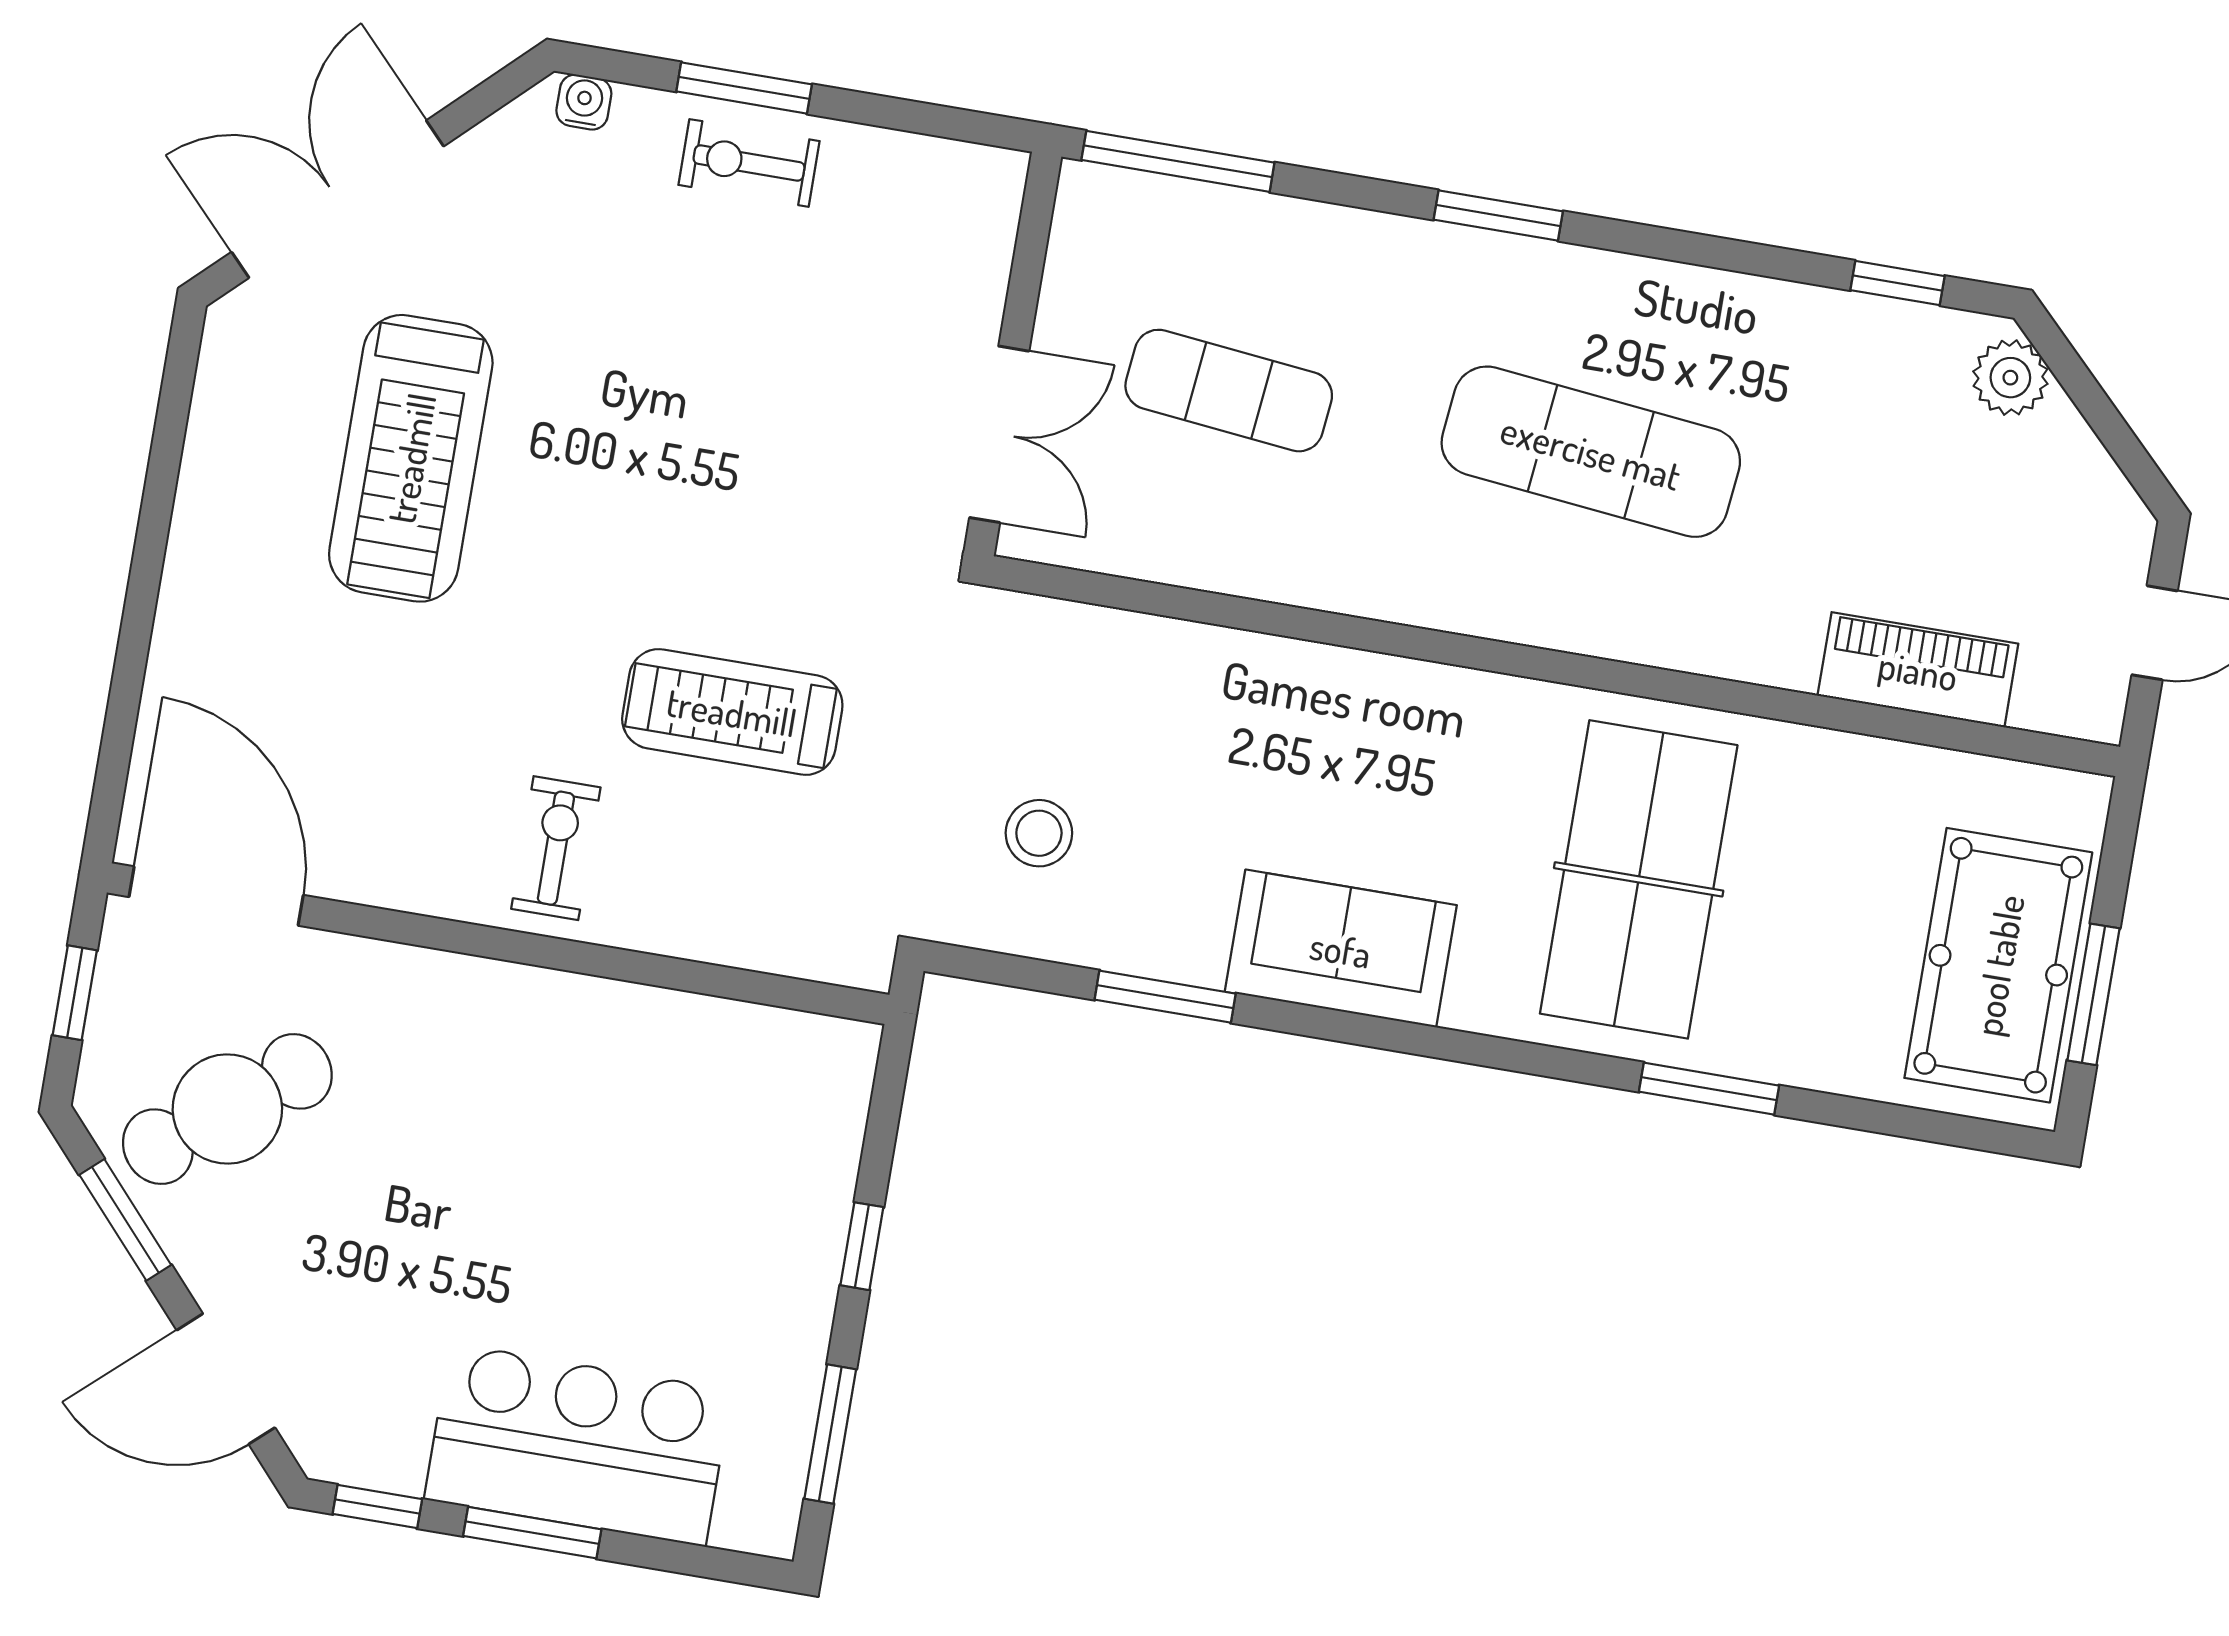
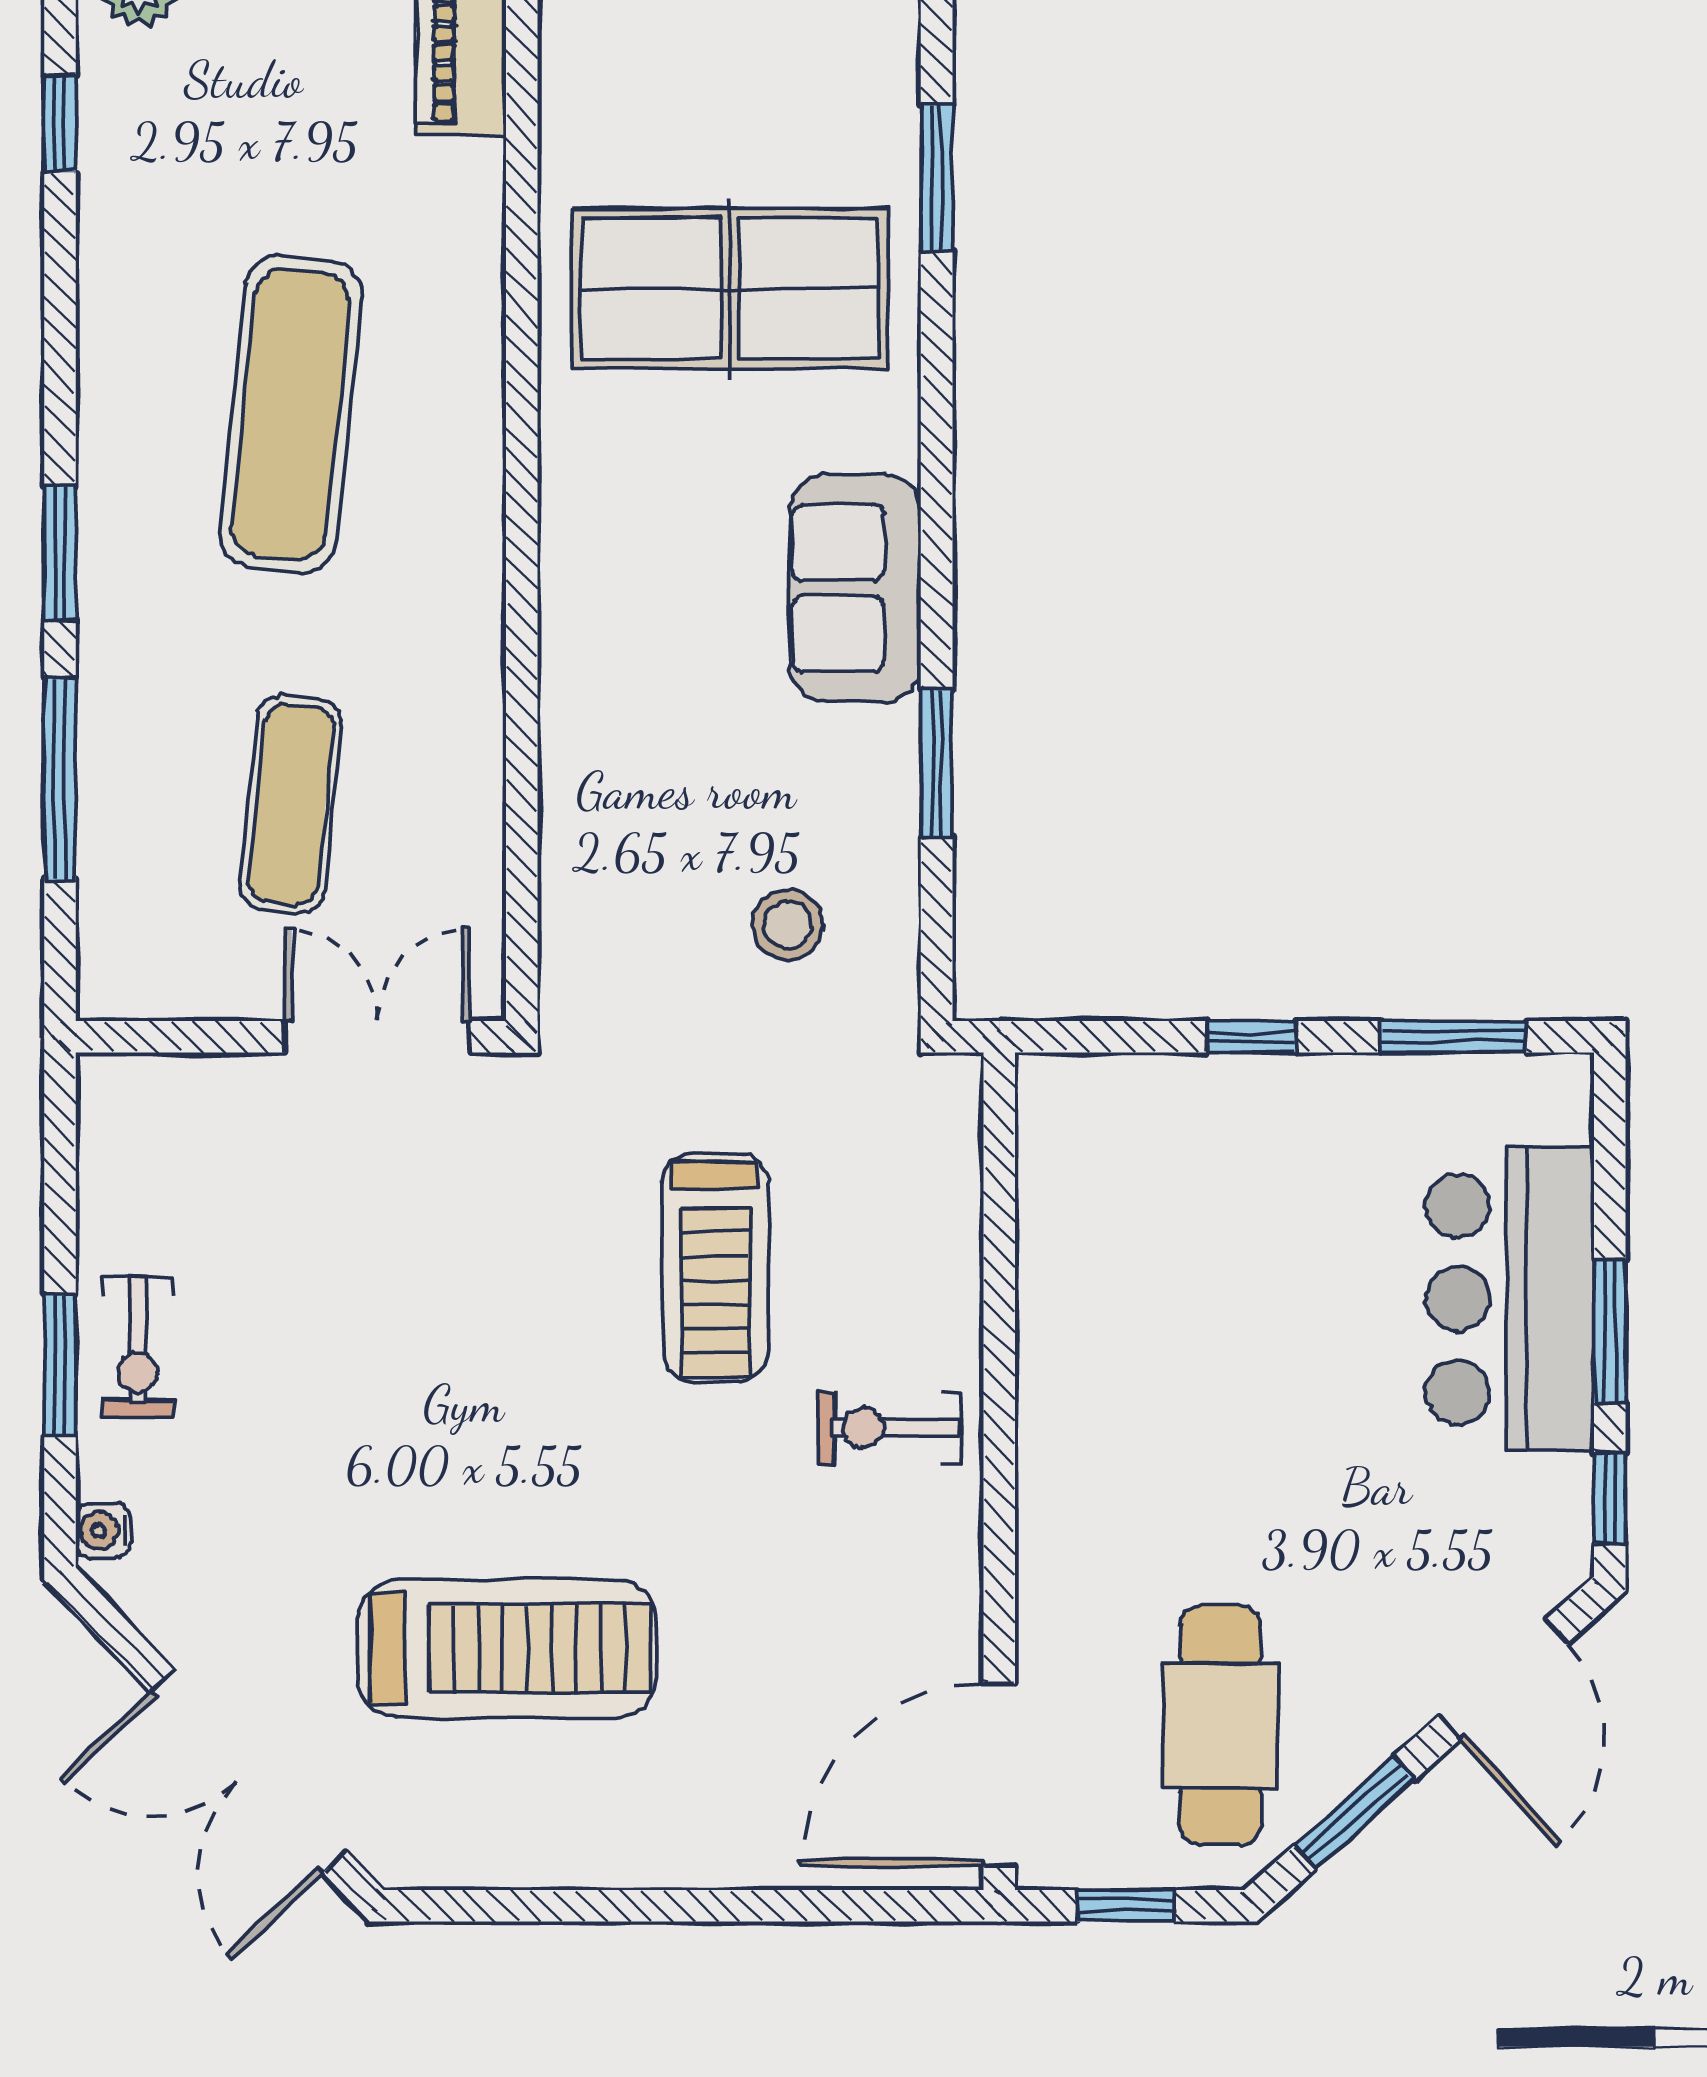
window: (1178, 161) -> (60, 779), moved
cafe table: (227, 1109) -> (1220, 1725), turned 38

